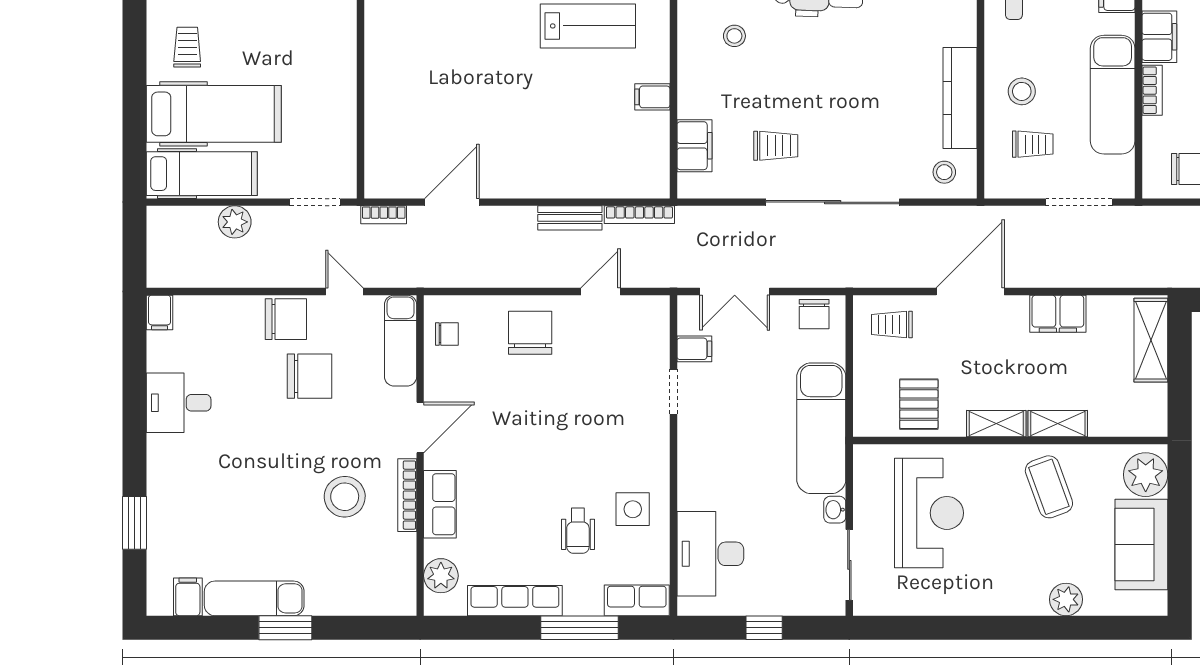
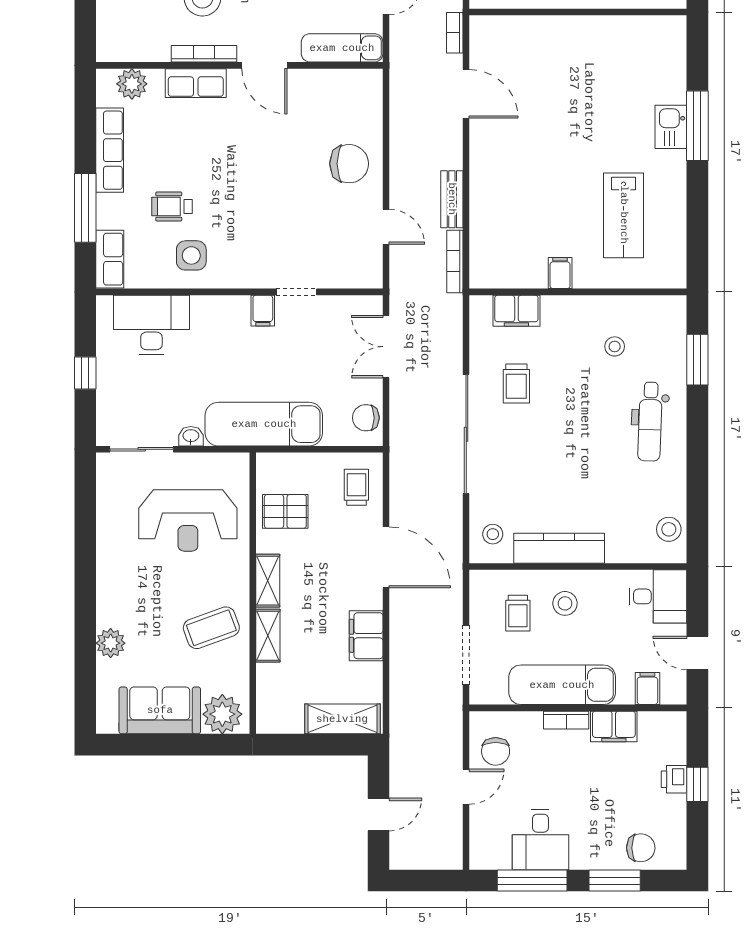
chair: (447, 334) -> (348, 89), removed
filing cabinet: (694, 349) -> (263, 311), moved

